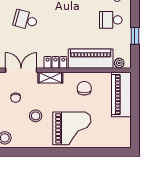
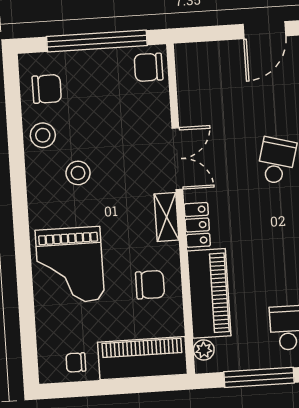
window: (135, 36) -> (259, 377), width x2.17
chair: (16, 98) -> (76, 362), moved
stool: (36, 116) -> (78, 173), moved

